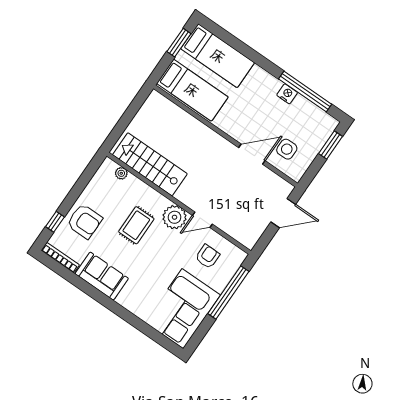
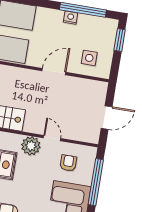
door: (252, 154) -> (54, 72), moved
door: (283, 213) -> (107, 118), moved
door: (202, 220) -> (52, 138), swing flipped

